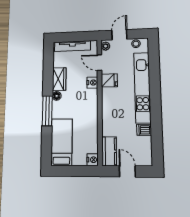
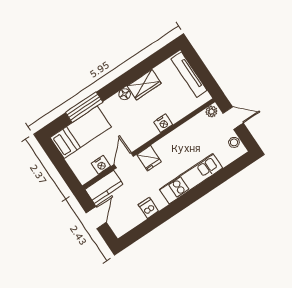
door: (99, 63) -> (124, 160), moved
fridge: (109, 80) -> (149, 158), moved
kitchen unit: (142, 87) -> (191, 179), width x0.73
window: (47, 111) -> (84, 107), moved
nightstand: (93, 160) -> (101, 165), moved

